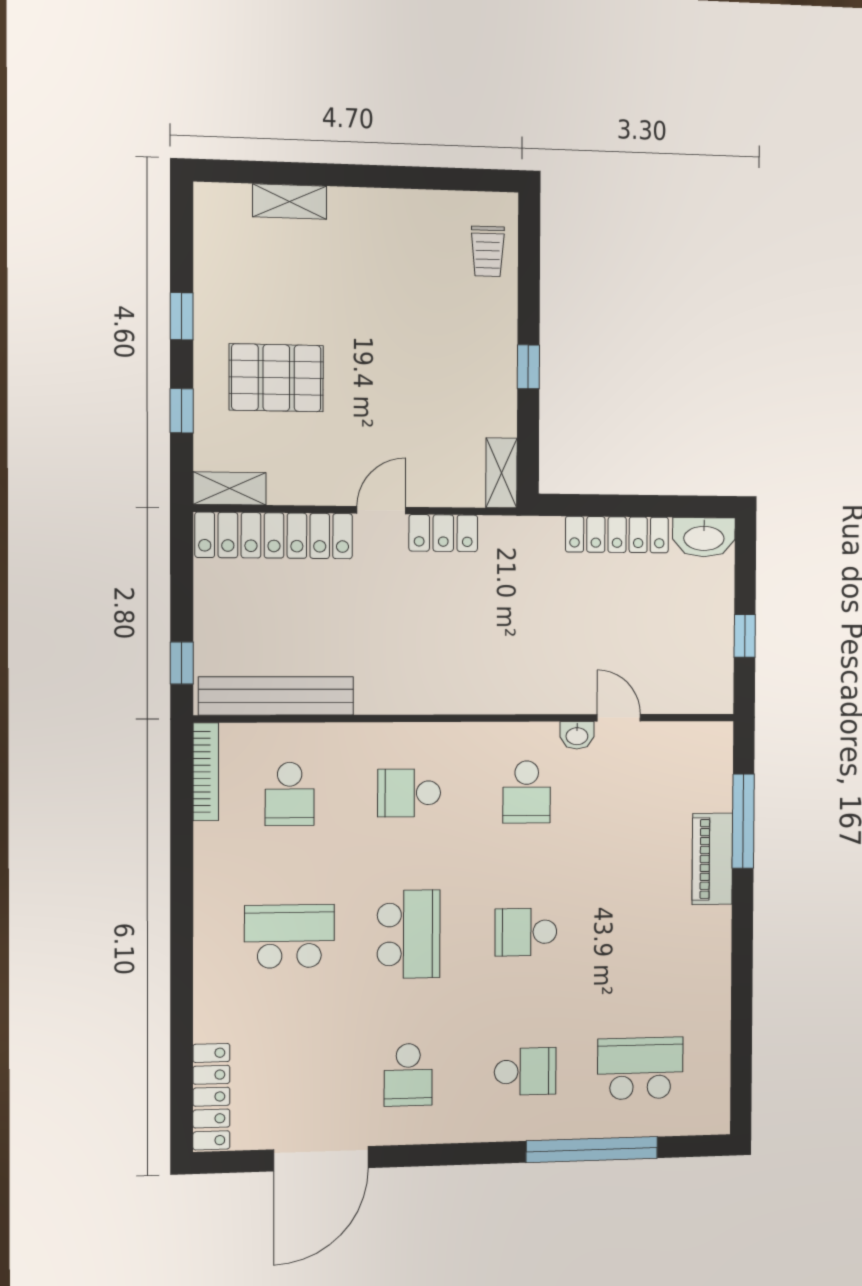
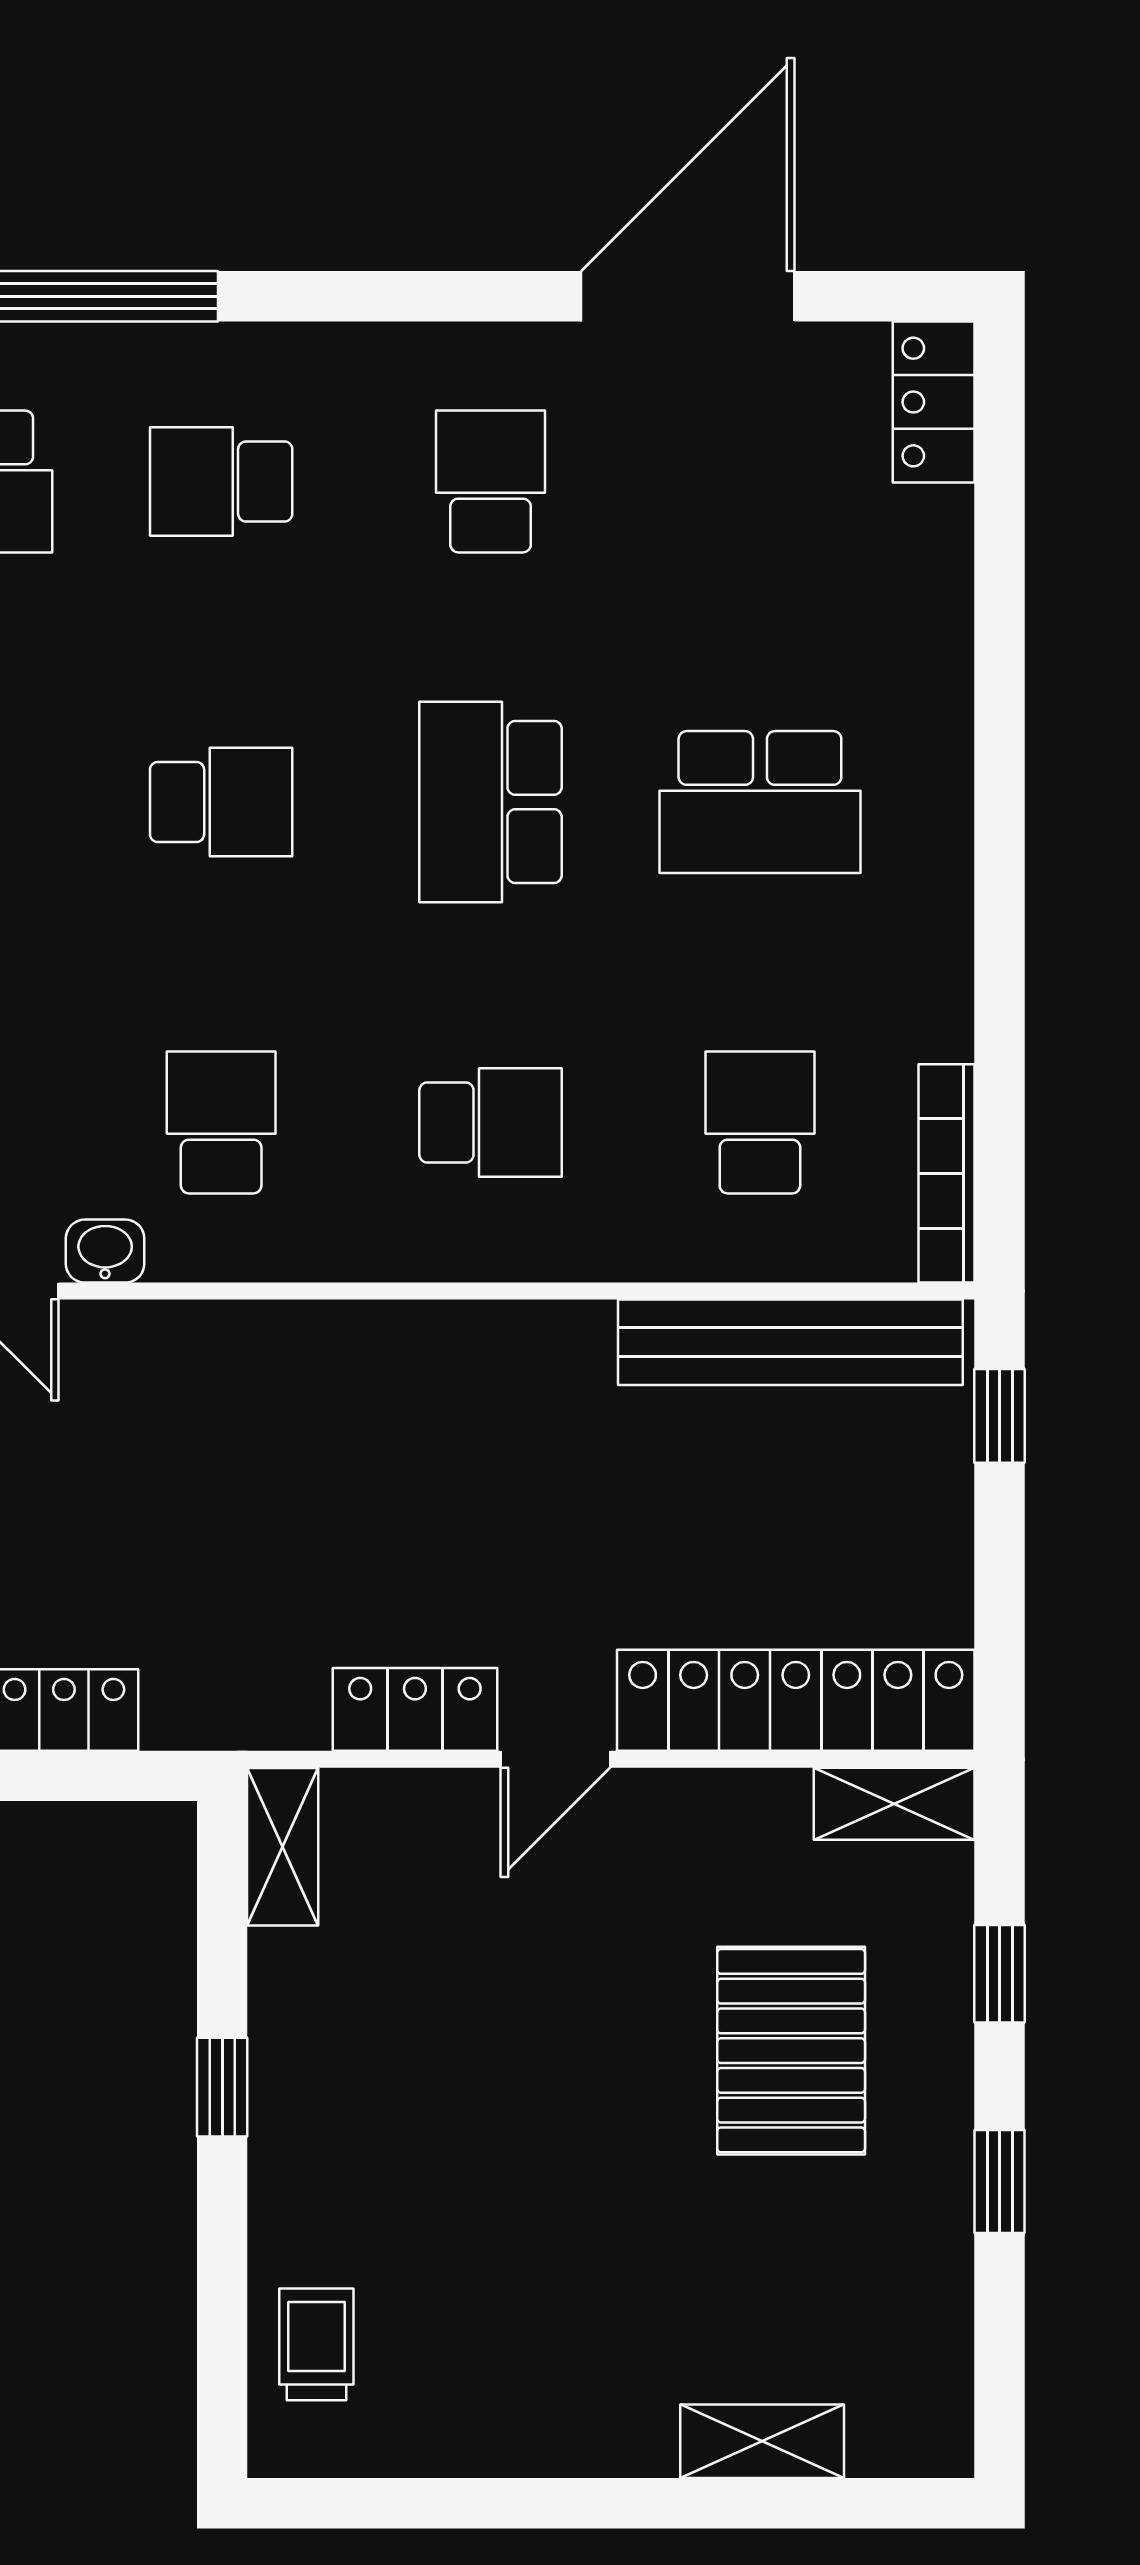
pallet: (276, 378) -> (791, 2051), turned 90
locker: (211, 1097) -> (934, 402), width x0.66

